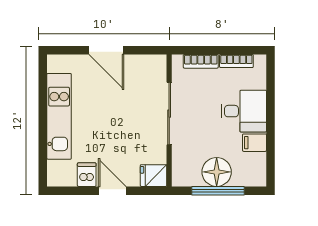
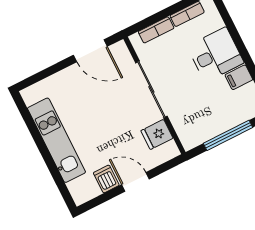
door: (106, 50) -> (90, 51), moved
floor lamp: (217, 172) -> (219, 120), removed
fridge: (154, 176) -> (157, 134), moved

